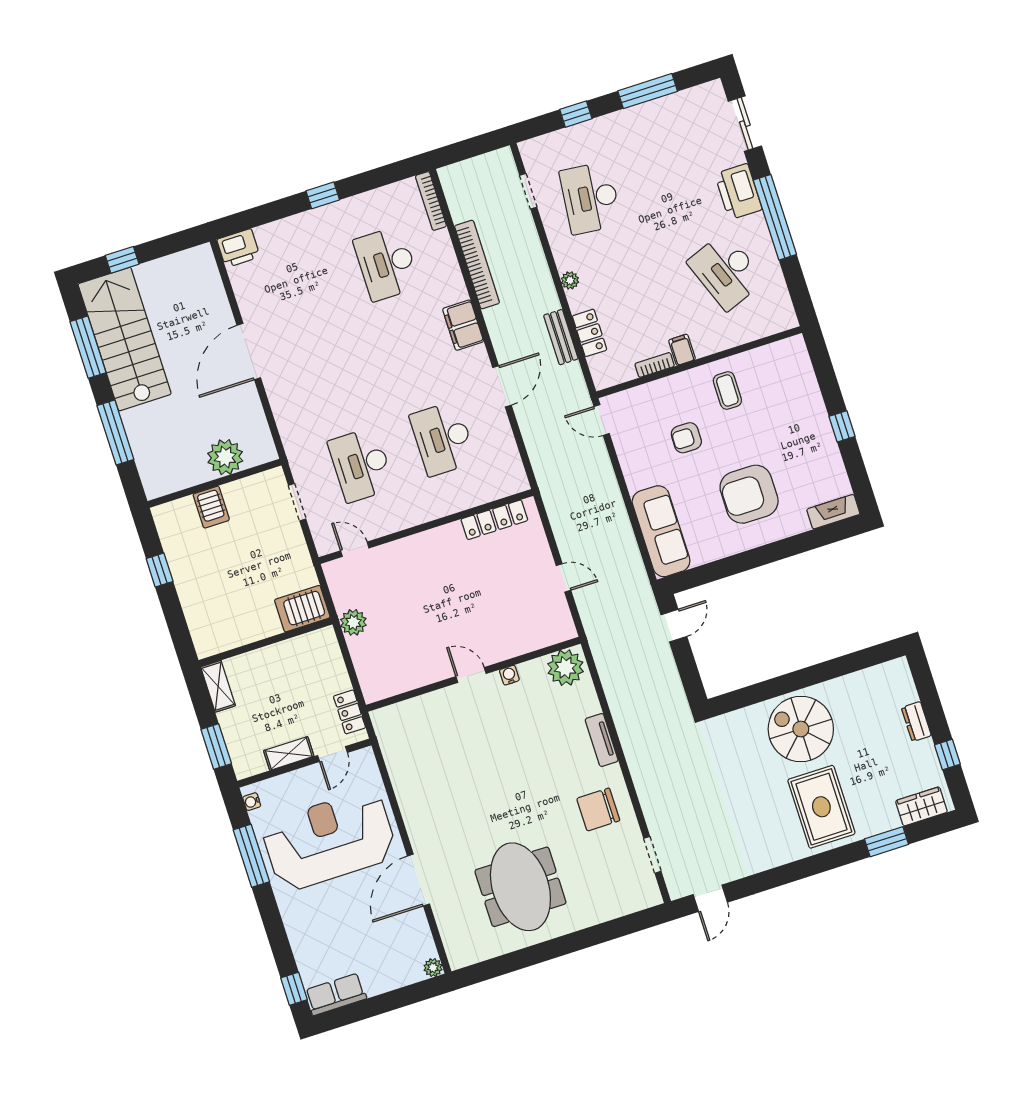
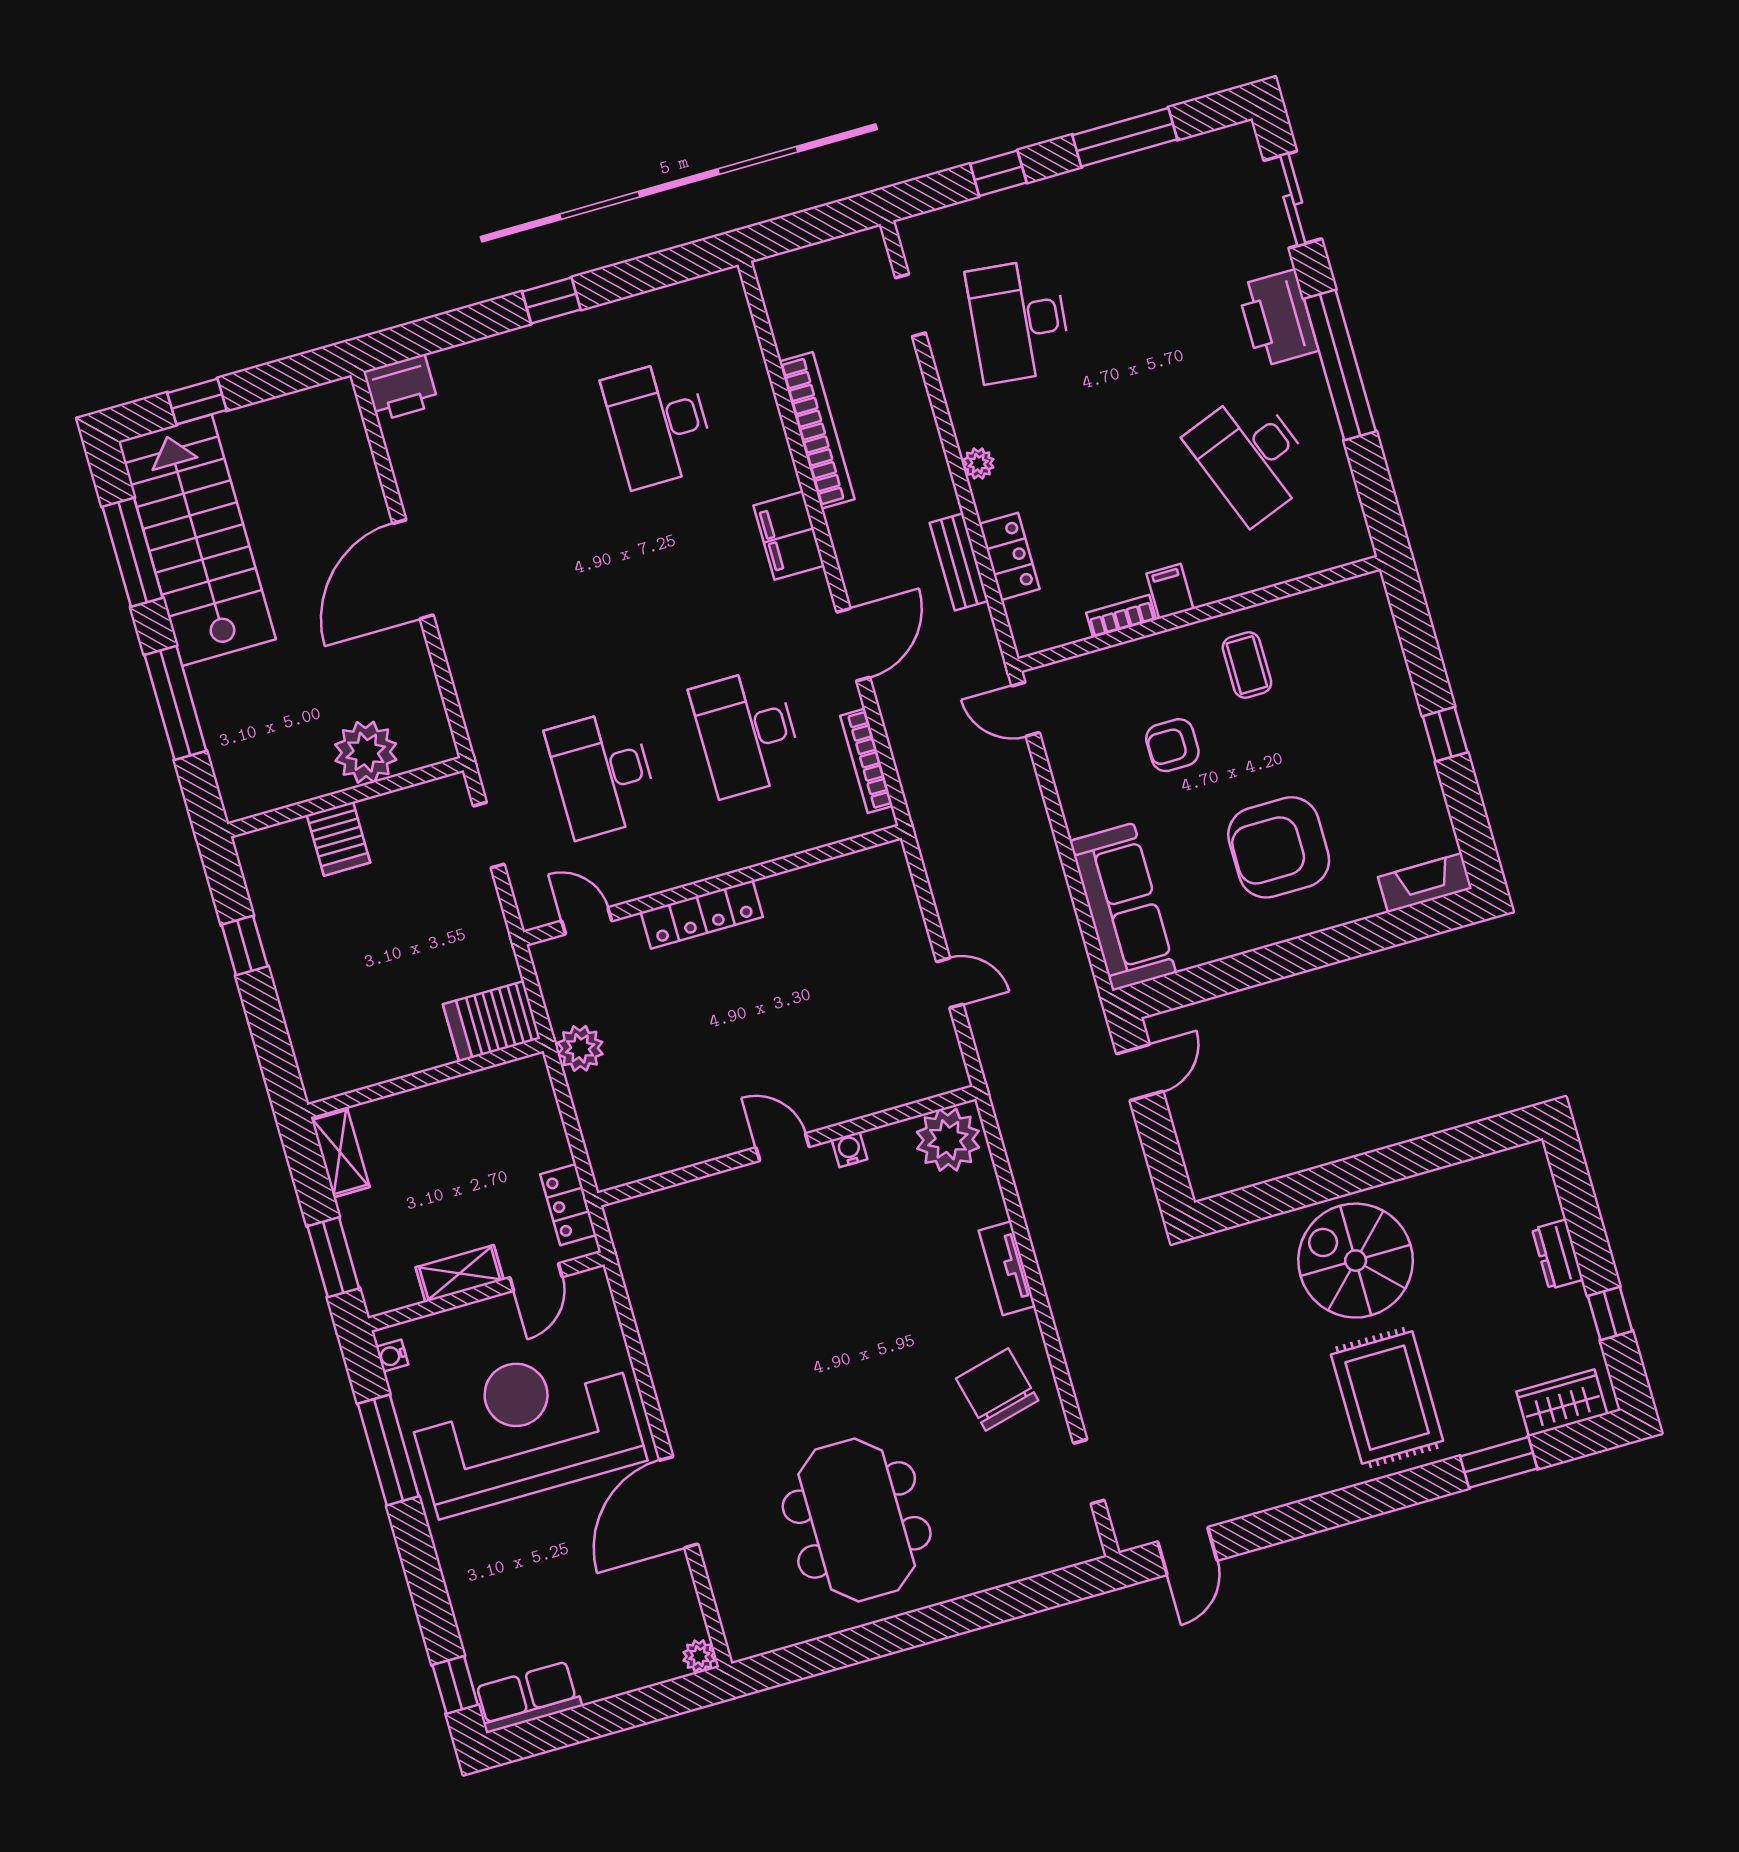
bookcase: (431, 201) -> (866, 761), moved
locker: (494, 520) -> (702, 914), moved
chair: (598, 810) -> (997, 1389), turned 76

